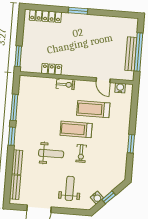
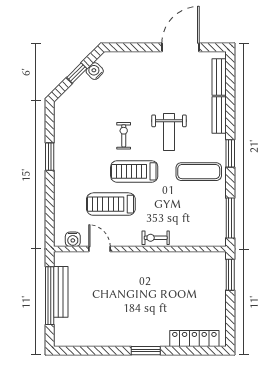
locker: (52, 69) -> (179, 259), removed
window: (14, 107) -> (230, 218), moved
treadmill: (93, 109) -> (111, 204), turned 180
exercise mat: (34, 126) -> (199, 172), added
treadmill: (76, 129) -> (134, 171), turned 180
weight bench: (51, 154) -> (169, 132), turned -90
weight bench: (70, 188) -> (137, 82), removed

